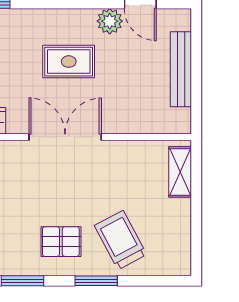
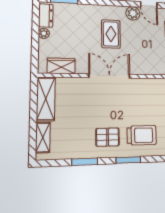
rug: (69, 62) -> (111, 34), turned 90
trolley: (120, 240) -> (142, 135), turned 118

